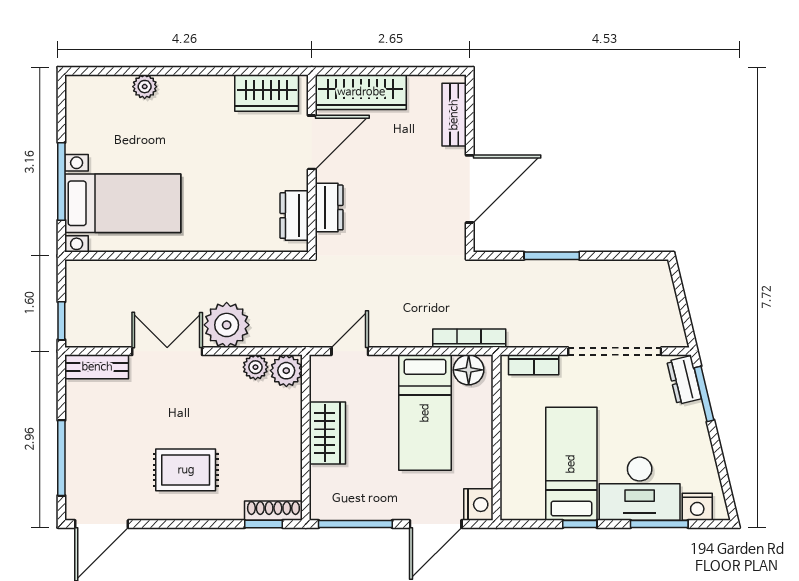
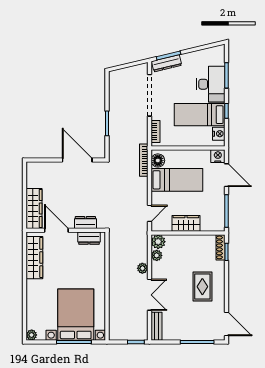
plant: (145, 87) -> (32, 335), moved
wardrobe: (267, 93) -> (34, 258), width x1.50
bench: (454, 115) -> (44, 167), removed
bed with nightstands: (123, 203) -> (76, 315), width x1.36
plant: (227, 325) -> (142, 268), width x0.53, depth x0.53
double door: (167, 351) -> (149, 295), swing flipped
door: (350, 351) -> (149, 213), swing flipped
dresser: (684, 380) -> (167, 63), width x1.44
nightstand: (697, 507) -> (219, 134), moved

